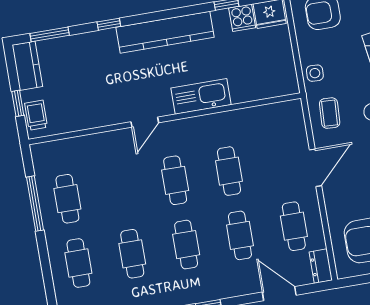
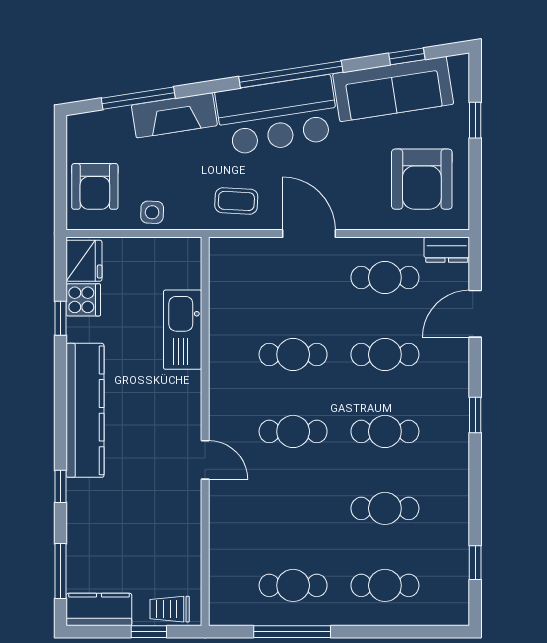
side table: (315, 73) -> (152, 212), moved
kitchen sink: (201, 96) -> (183, 330), moved

